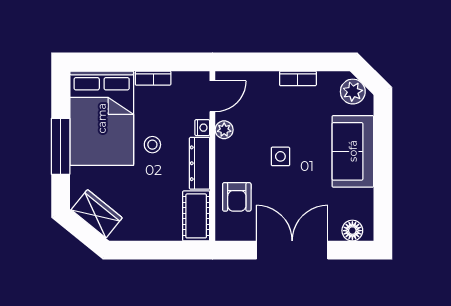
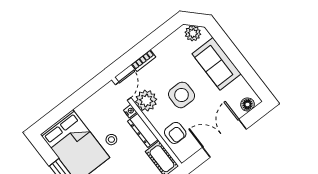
bookcase: (153, 78) -> (85, 105), removed
bookcase: (298, 78) -> (144, 61), moved
plant: (224, 130) -> (146, 101), width x1.88, depth x1.88
side table: (280, 156) -> (182, 95), width x1.87, depth x1.87

